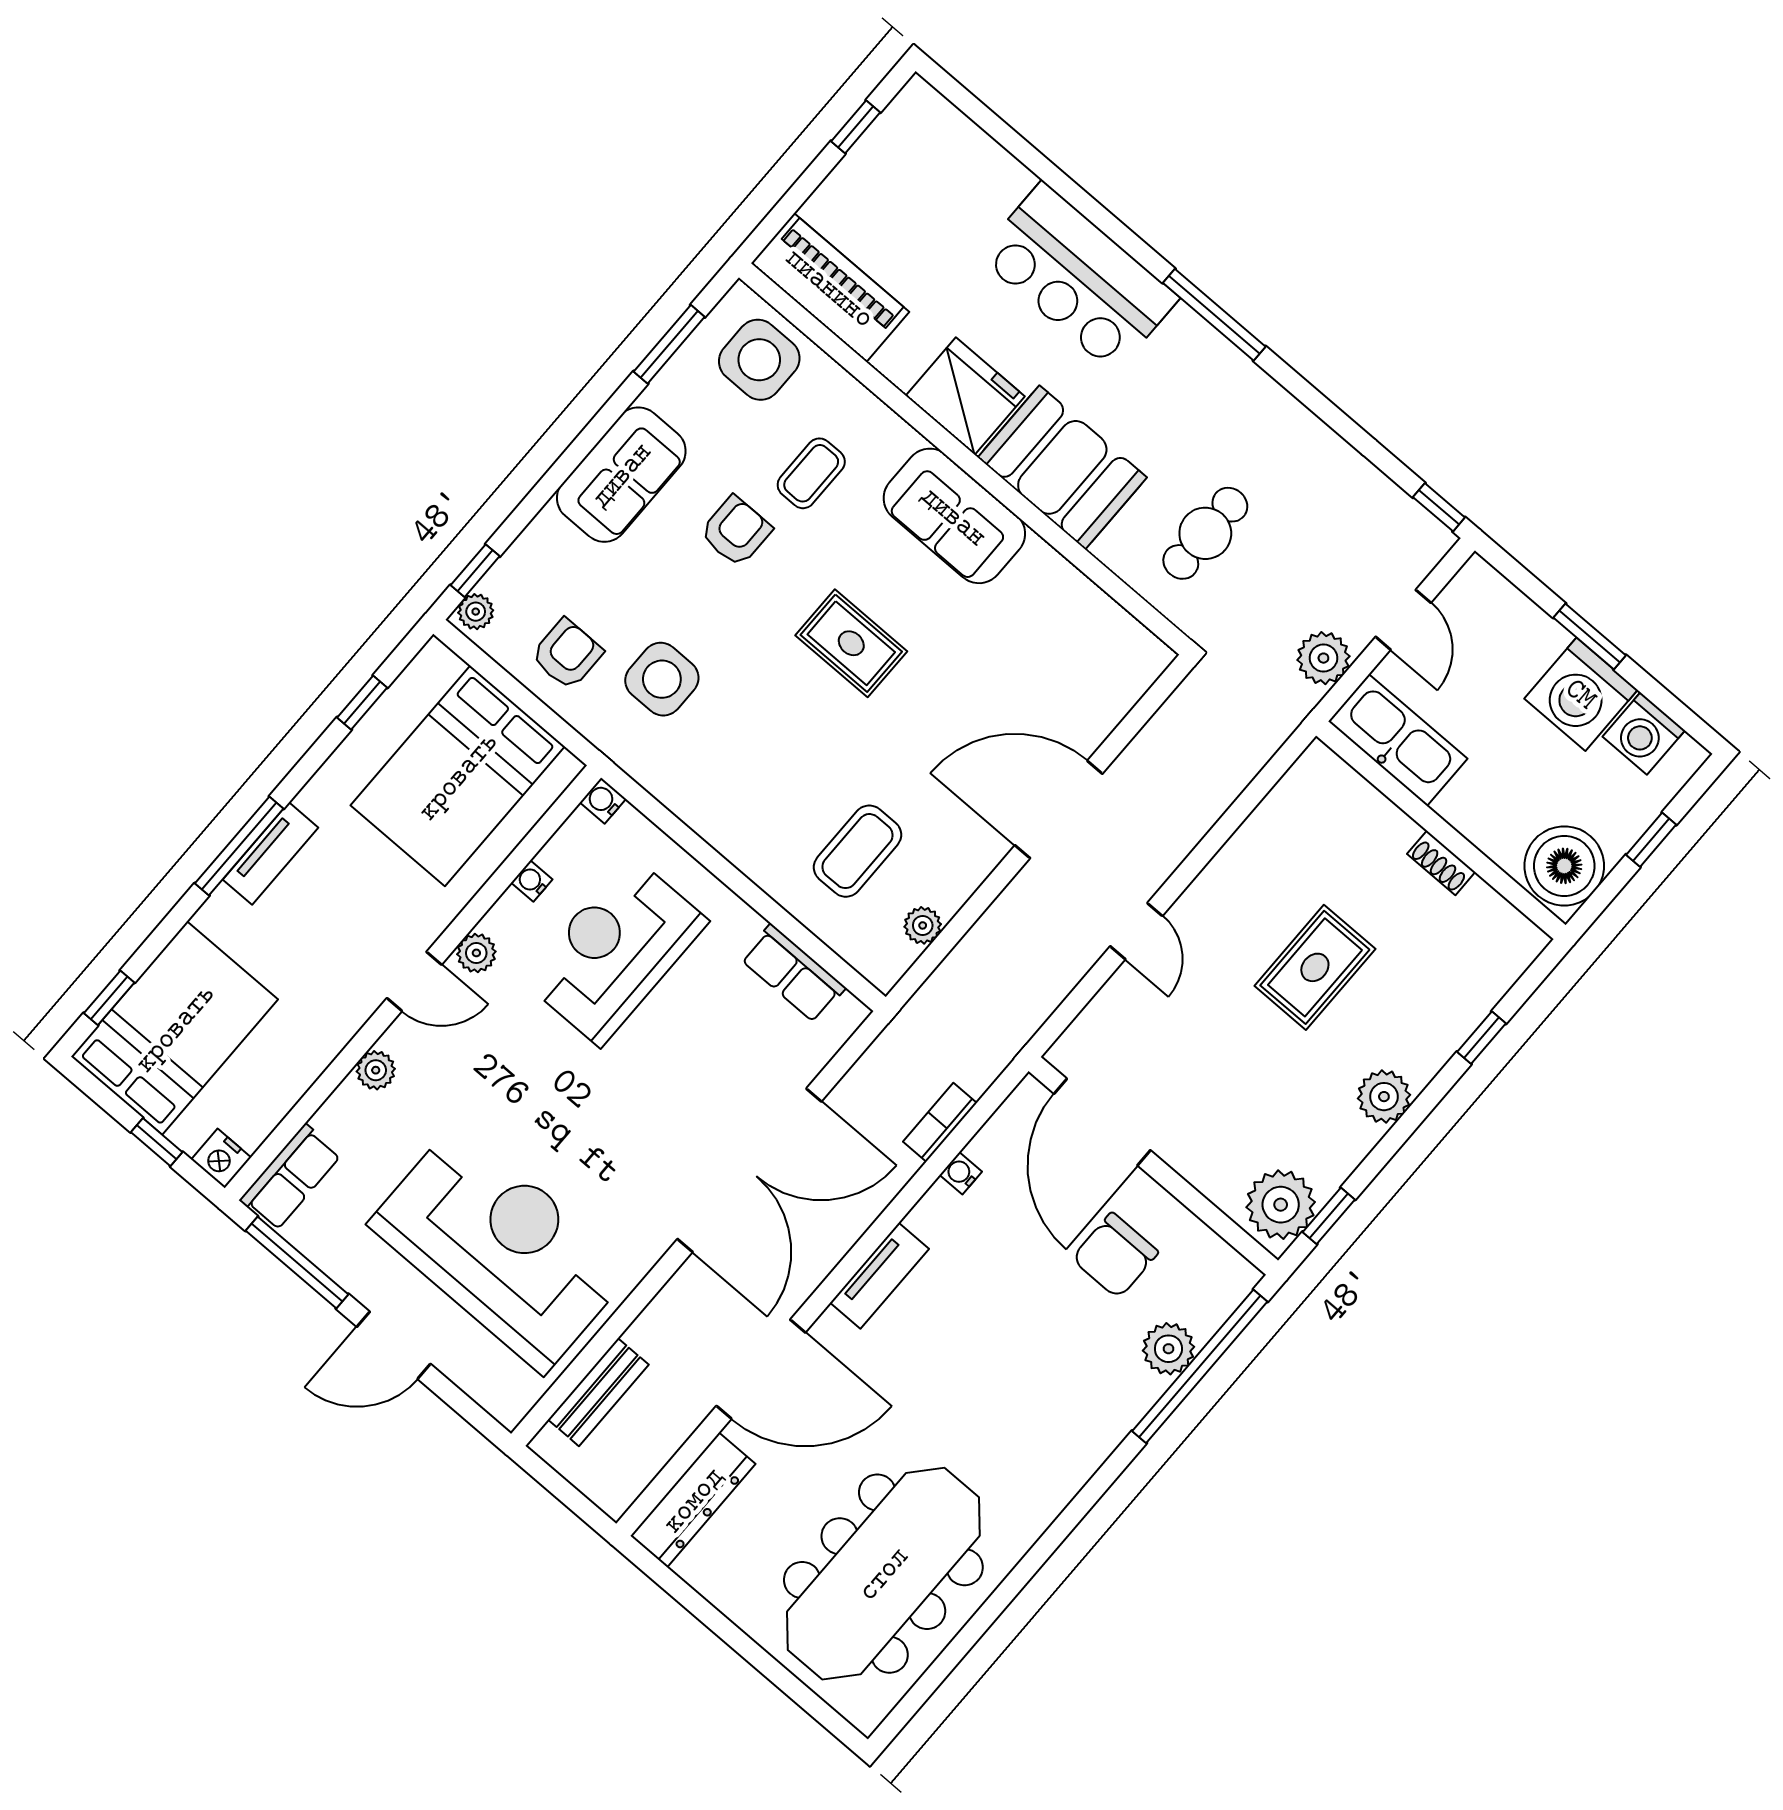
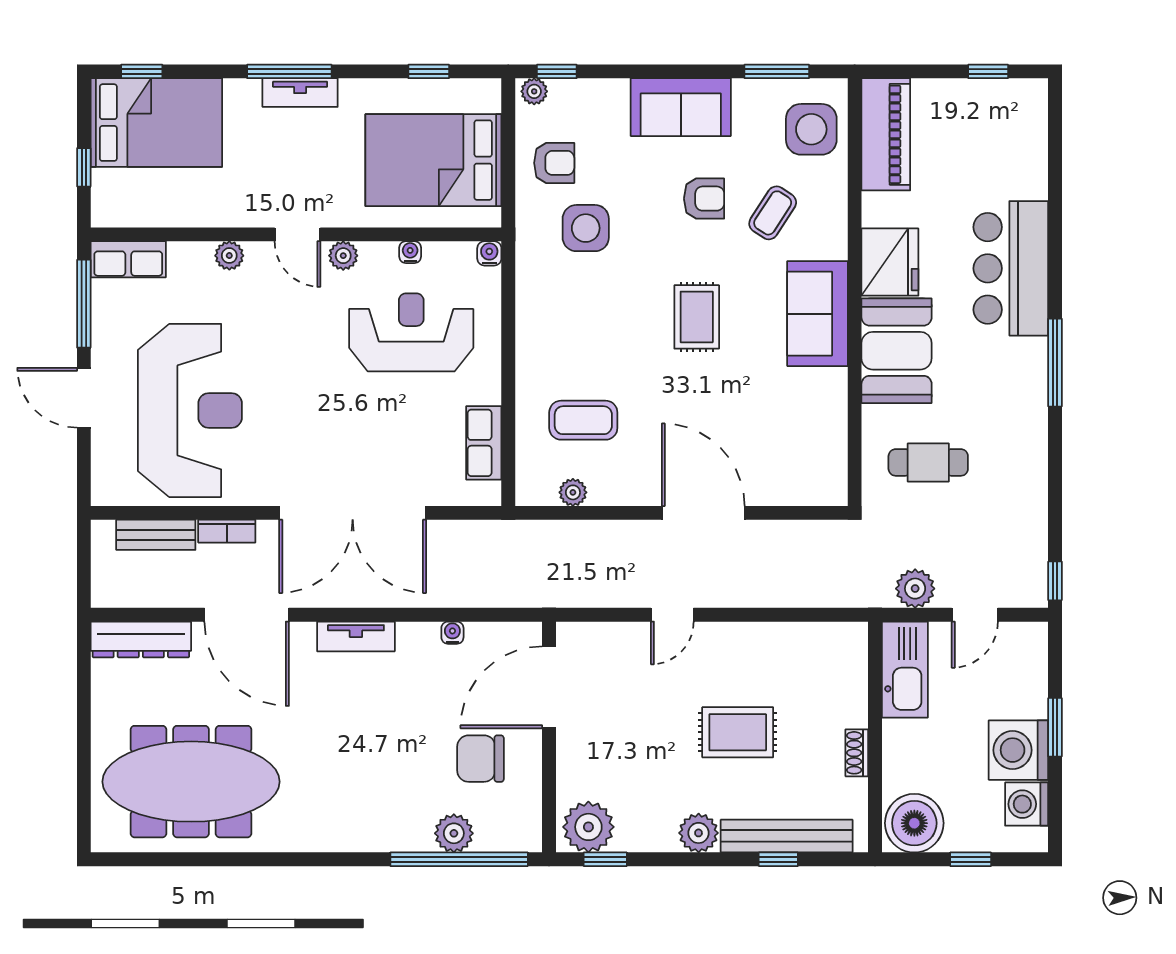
coffee table: (811, 473) -> (773, 213), turned -57
bench: (1465, 1009) -> (787, 836), added
bookcase: (940, 1122) -> (227, 531), moved, turned 180
nightstand: (221, 1158) -> (106, 211), removed

